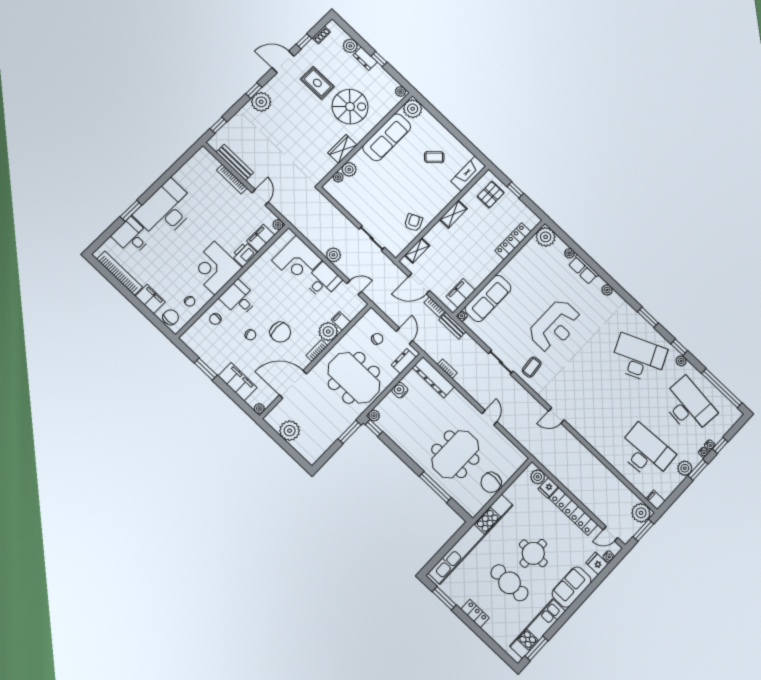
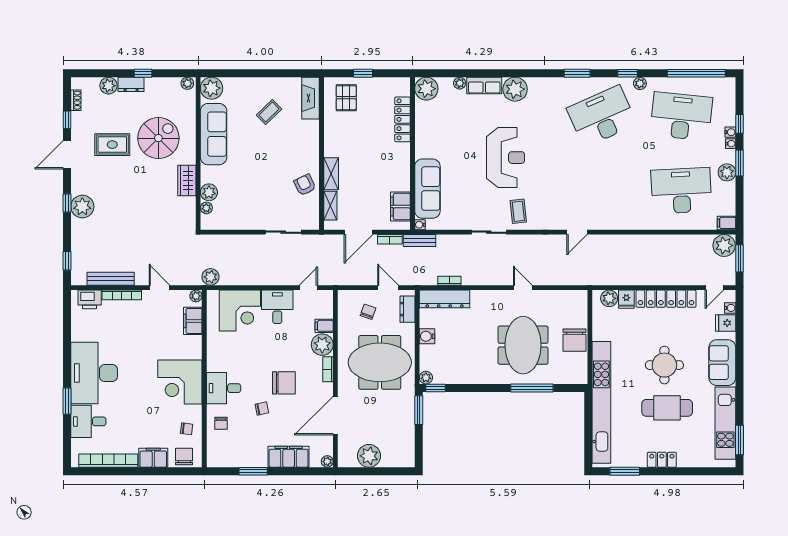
shelving: (453, 214) -> (331, 174), moved
printer: (244, 254) -> (90, 299), moved, turned -90
plant: (333, 255) -> (211, 277), moved
plant: (607, 290) -> (515, 89), width x1.88, depth x1.88

